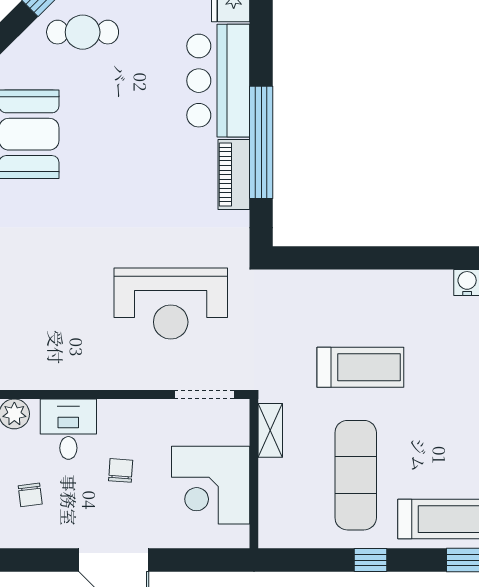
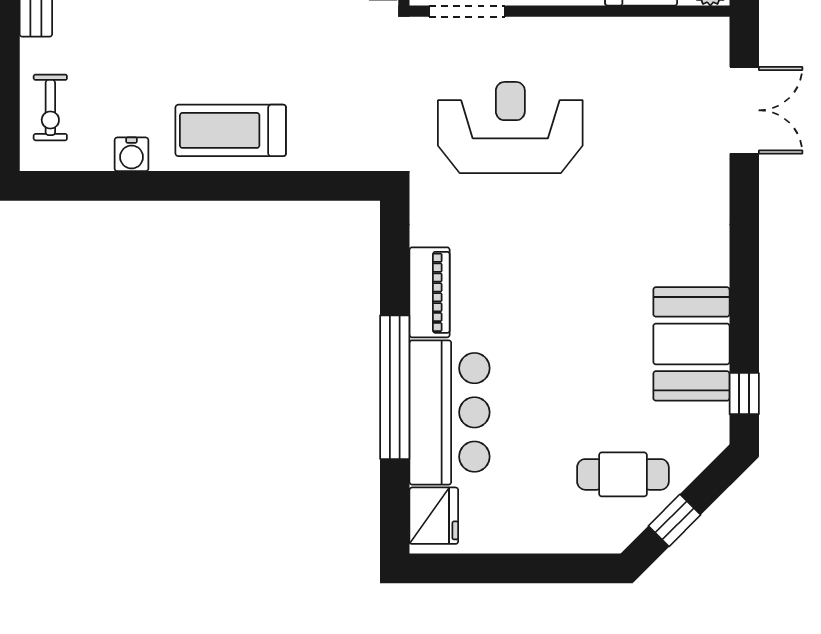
window: (261, 142) -> (395, 387), moved
treadmill: (360, 367) -> (231, 130), moved

